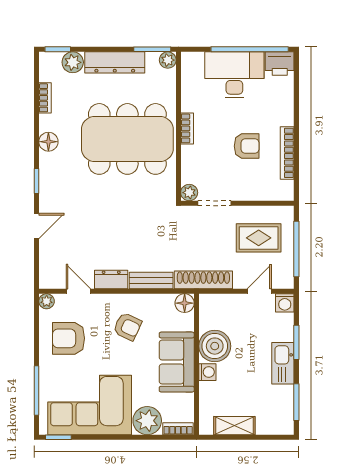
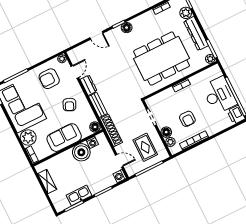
dining table: (127, 139) -> (162, 59), turned 90
floor lamp: (48, 142) -> (127, 28), moved
floor lamp: (251, 191) -> (166, 132), added
plant: (189, 193) -> (170, 142), moved
armchair: (69, 338) -> (49, 79), turned -90
kitchen sink: (283, 363) -> (79, 195), moved
washing machine: (207, 372) -> (92, 142), moved

